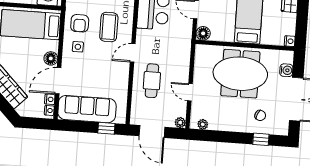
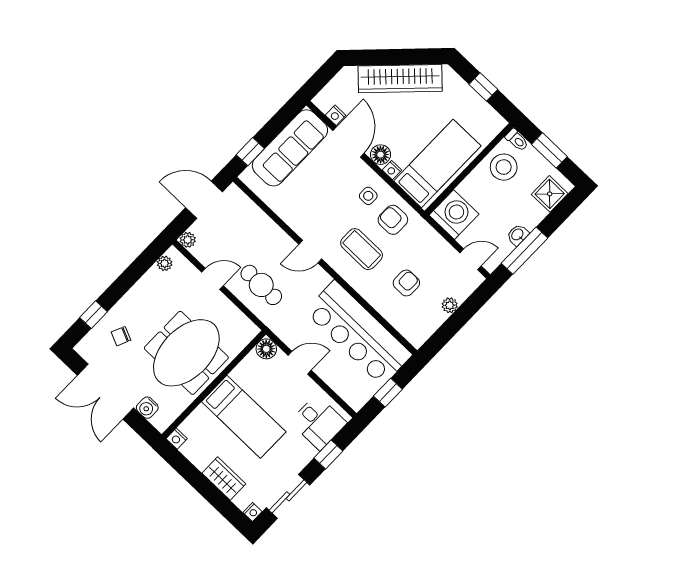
door: (133, 53) -> (310, 252), swing flipped
cafe table: (152, 81) -> (261, 285), moved
nightstand: (49, 110) -> (392, 170), moved

